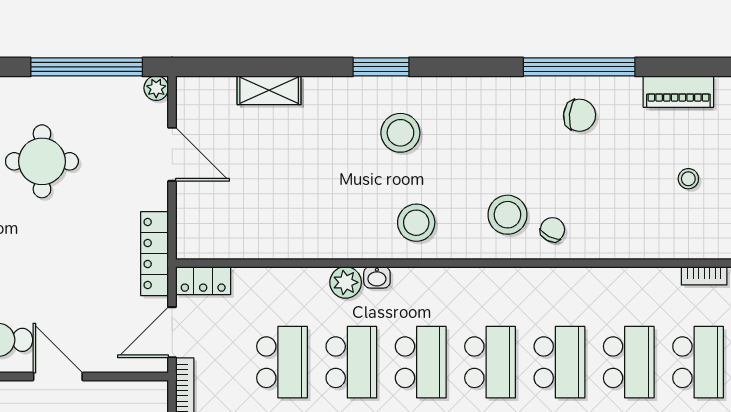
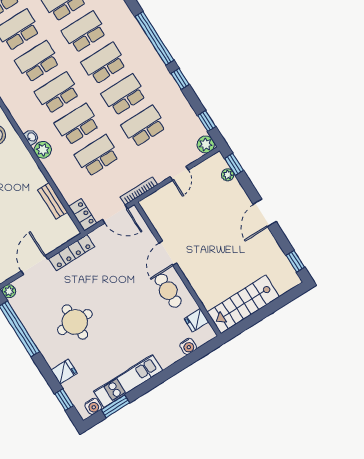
bench: (255, 247) -> (53, 201), added
locker: (155, 254) -> (72, 253), moved

